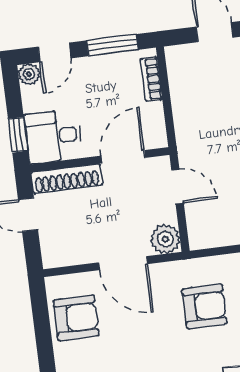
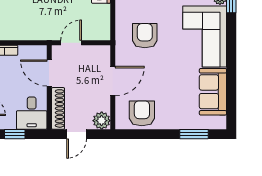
window: (18, 135) -> (15, 134), moved
plant: (165, 239) -> (102, 121), moved

